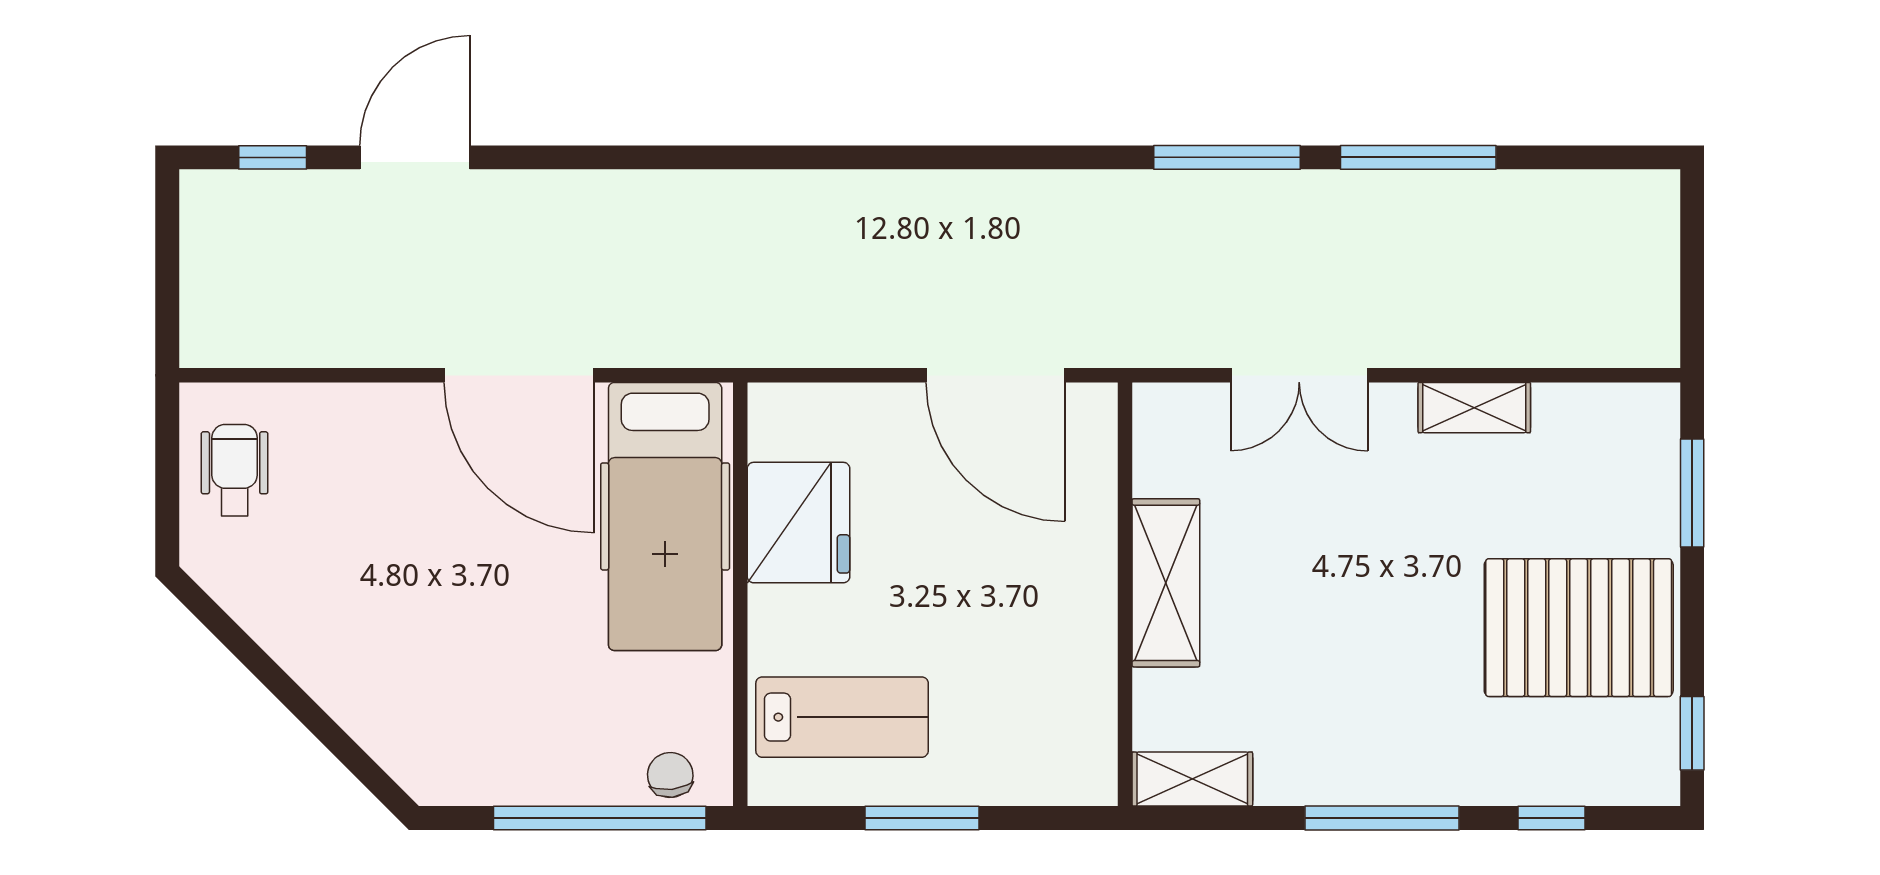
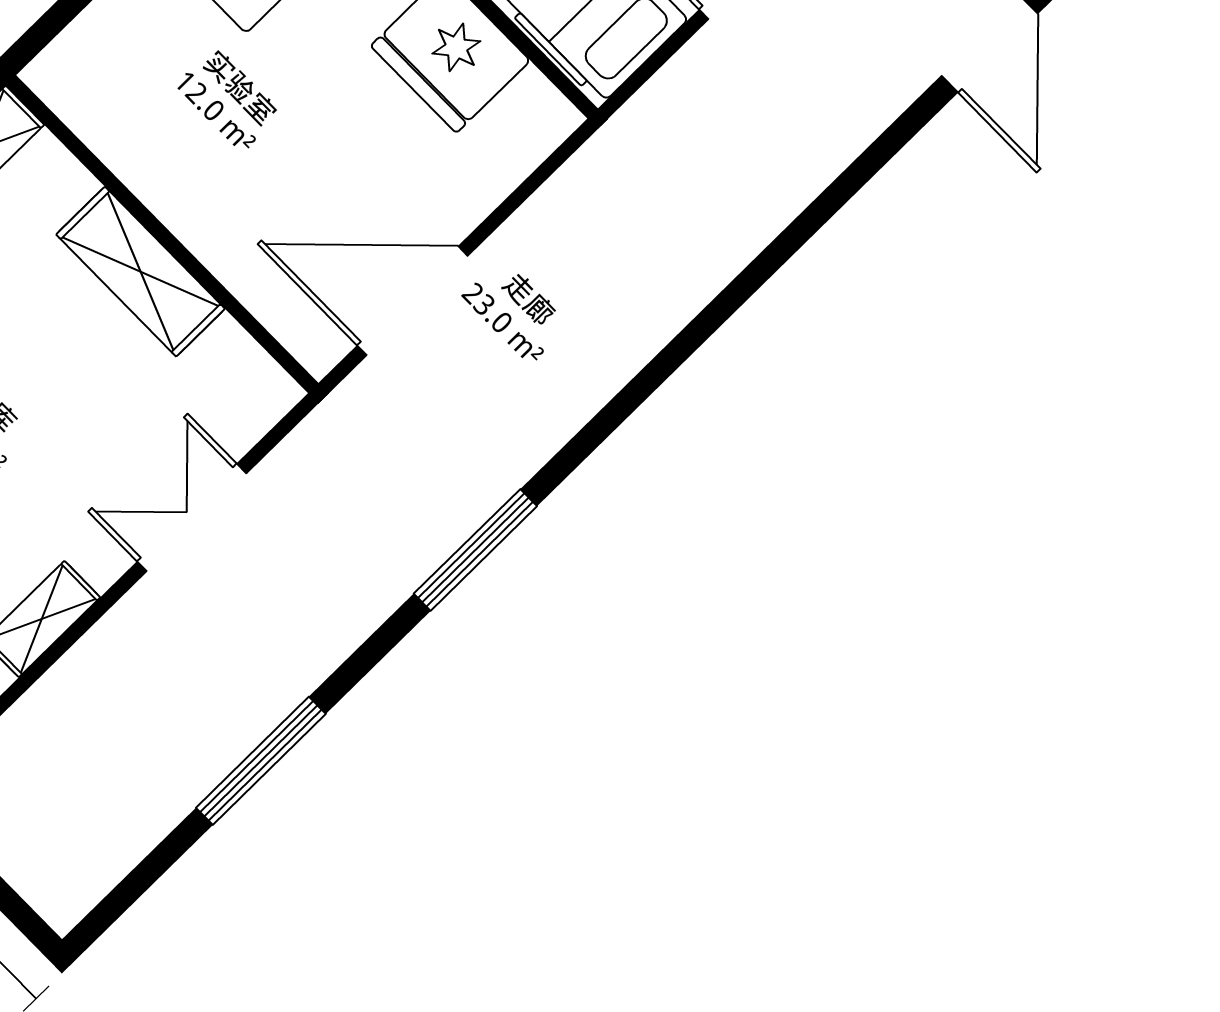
window: (1227, 157) -> (475, 550), moved

